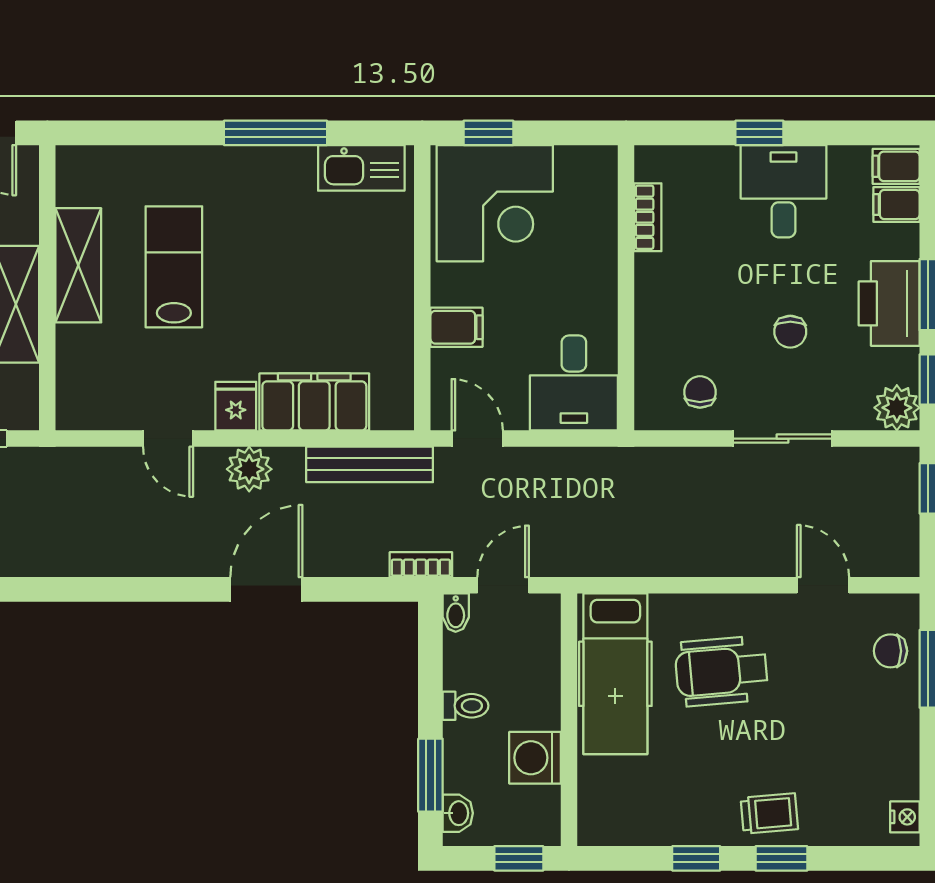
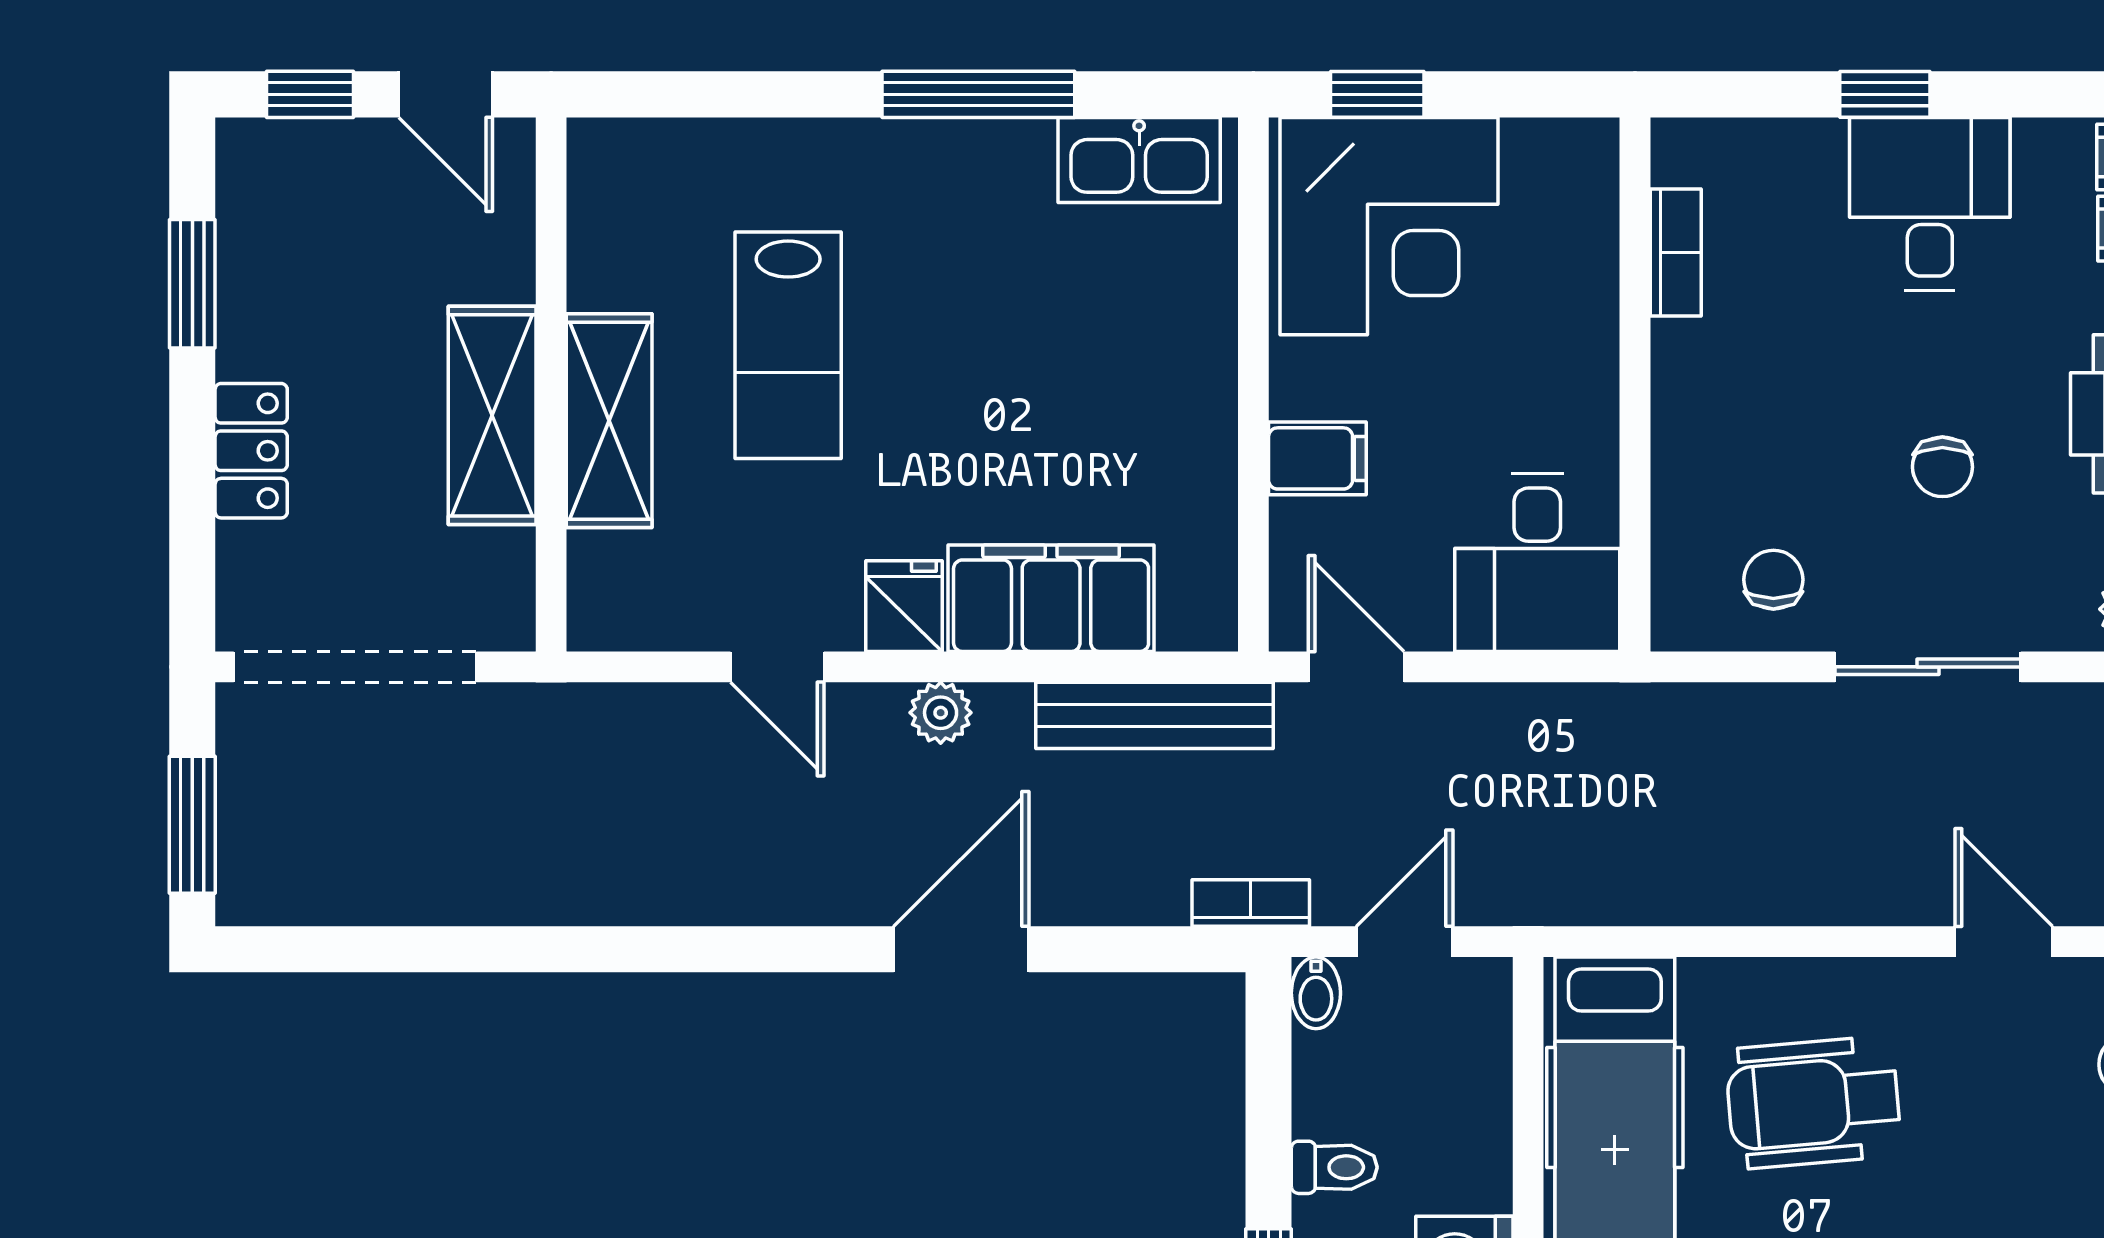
shelving: (78, 265) -> (609, 421), moved
lab bench: (174, 267) -> (788, 345), turned 180
plant: (249, 469) -> (941, 713), width x0.73, depth x0.73

